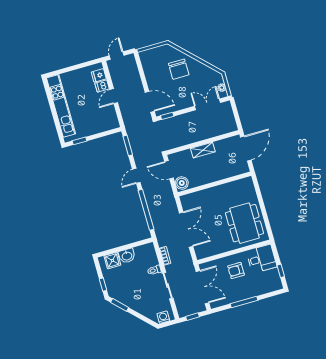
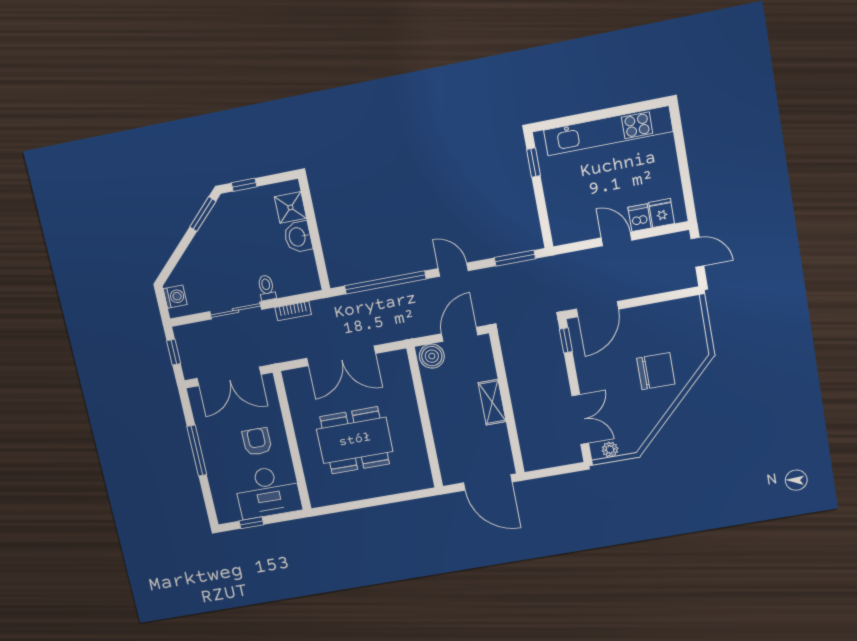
chair: (179, 69) -> (656, 371), turned 180
dining table: (245, 223) -> (355, 440), moved
desk: (261, 259) -> (268, 492), width x1.37

